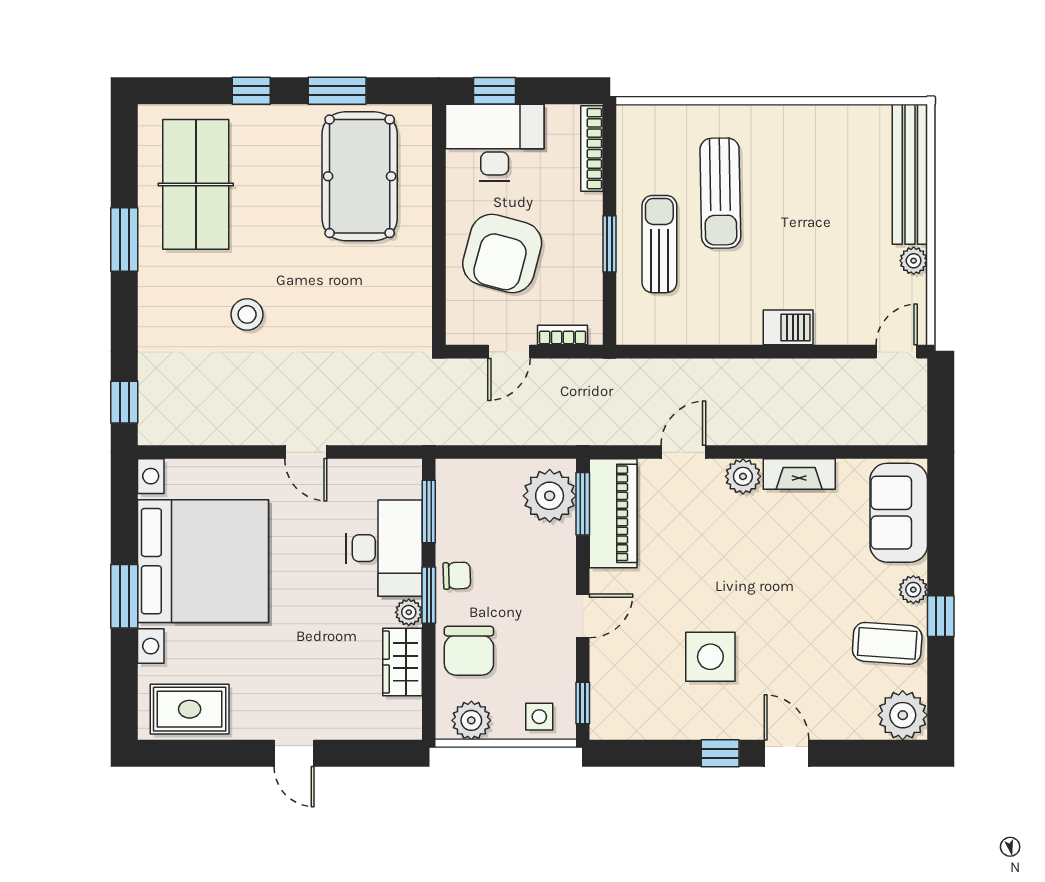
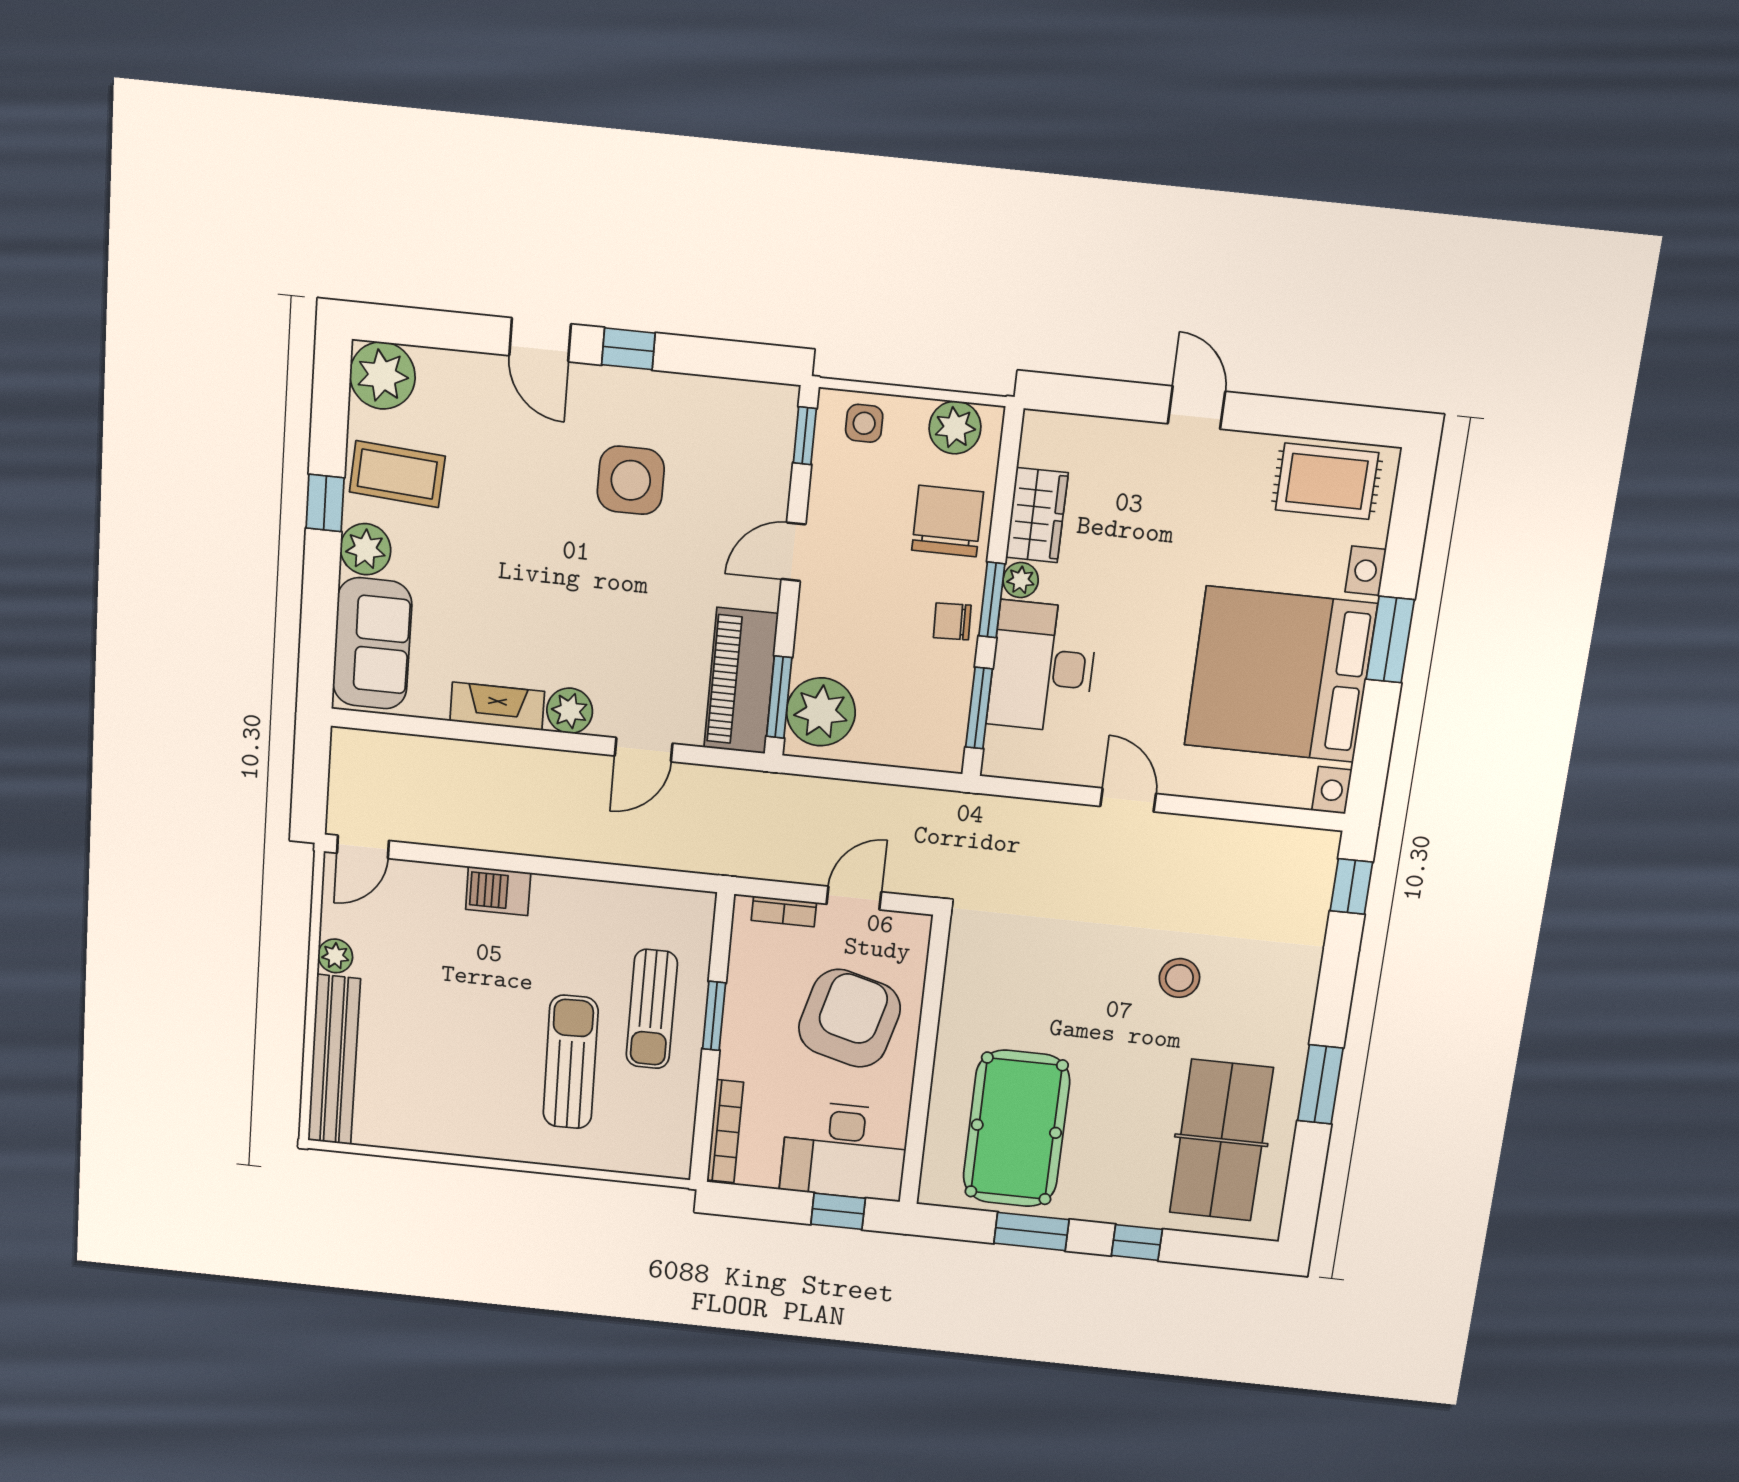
plant: (913, 590) -> (365, 549), width x1.38, depth x1.38

